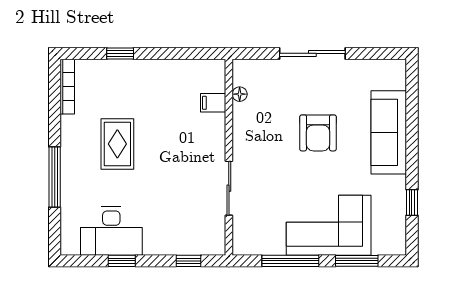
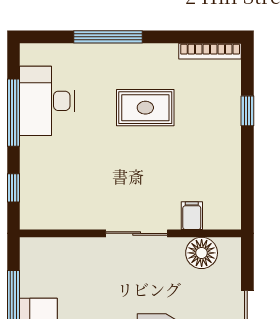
floor lamp: (240, 94) -> (202, 253), width x1.89, depth x1.89
sliding door: (229, 188) -> (137, 233), moved
window: (122, 261) -> (13, 113), width x2.17

